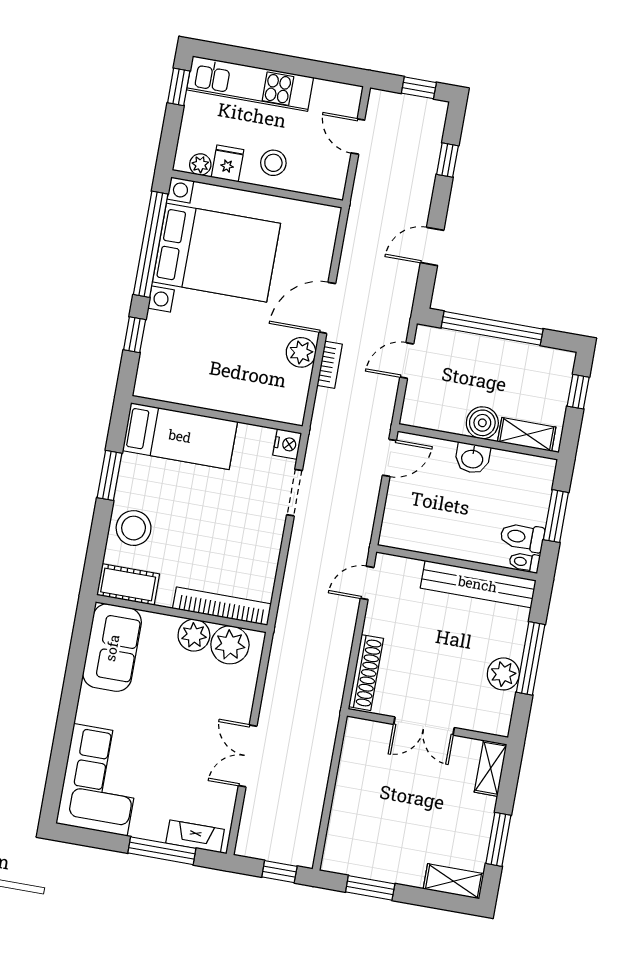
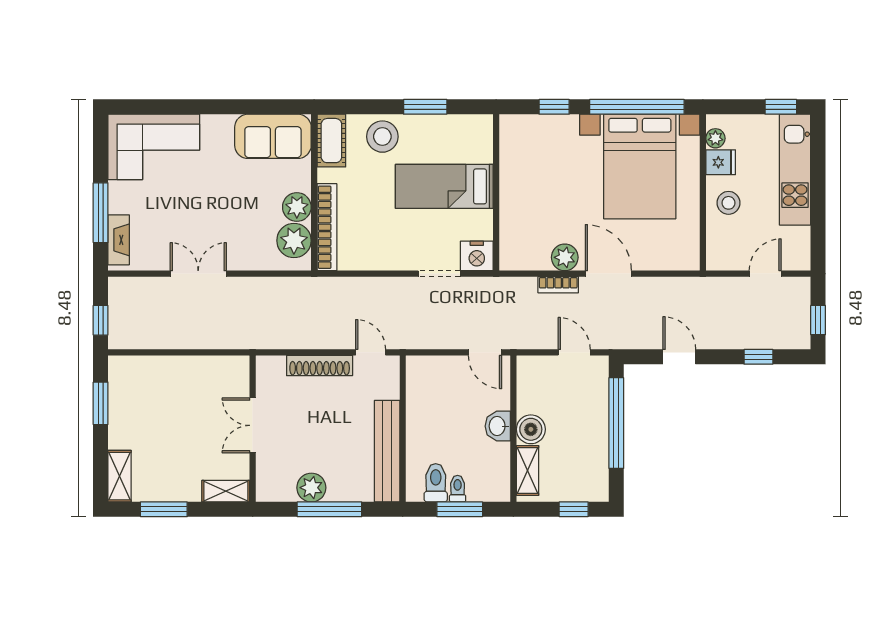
bed: (180, 436) -> (444, 186), moved, turned 90
nightstand: (287, 444) -> (477, 256), width x1.36, depth x1.33
toilet: (524, 562) -> (458, 489), moved
shoe rack: (366, 673) -> (320, 366), moved

